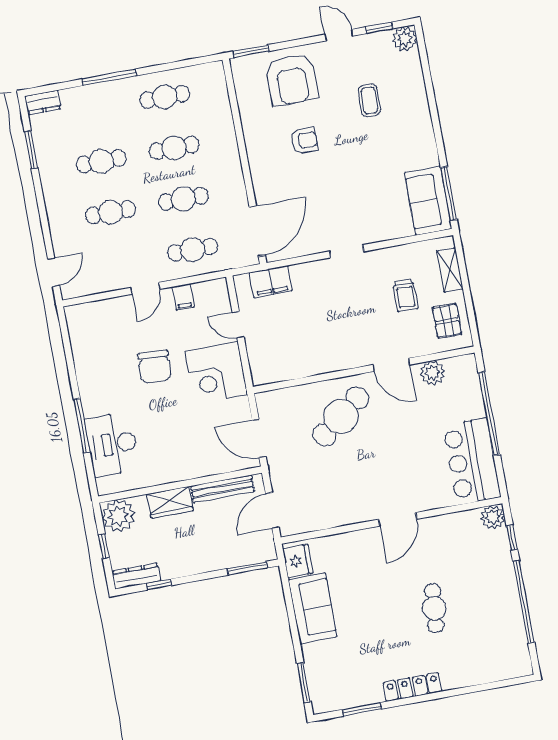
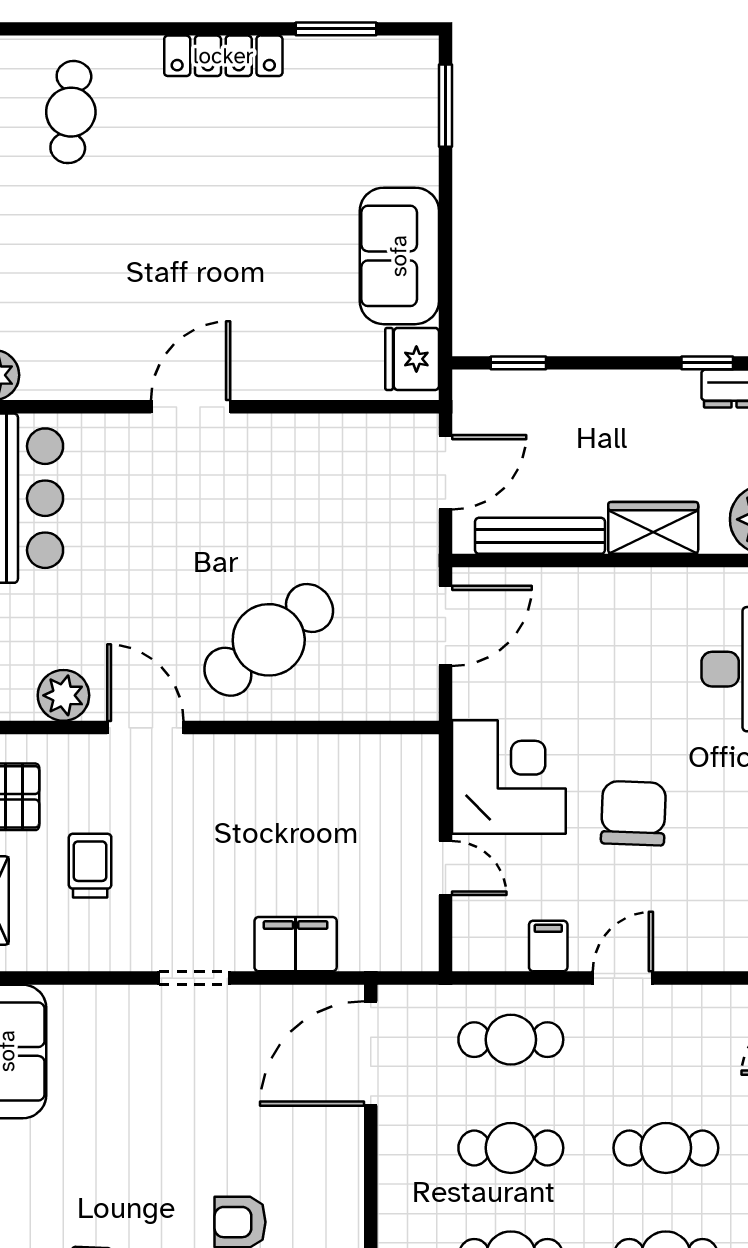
filing cabinet: (271, 282) -> (296, 944), moved
door: (259, 438) -> (446, 626), hinge flipped
window: (247, 568) -> (518, 363), width x0.67
cafe table: (434, 608) -> (71, 112), moved

